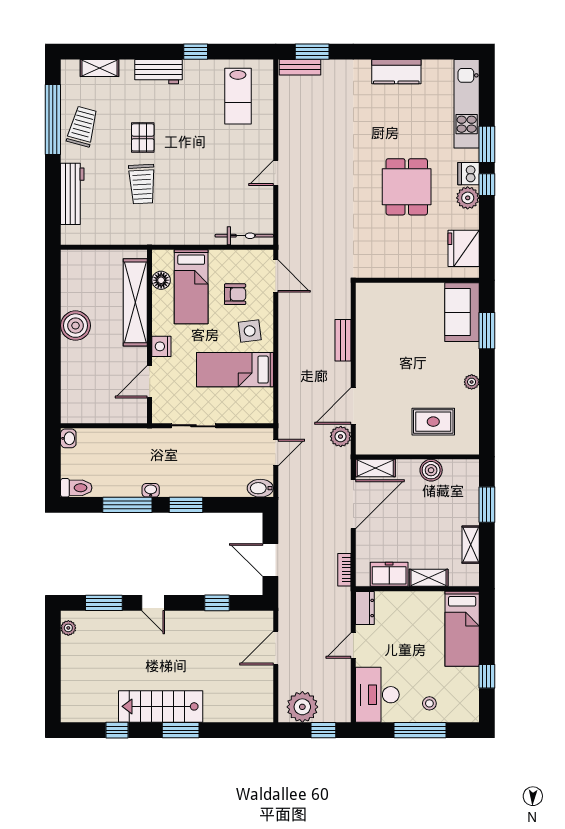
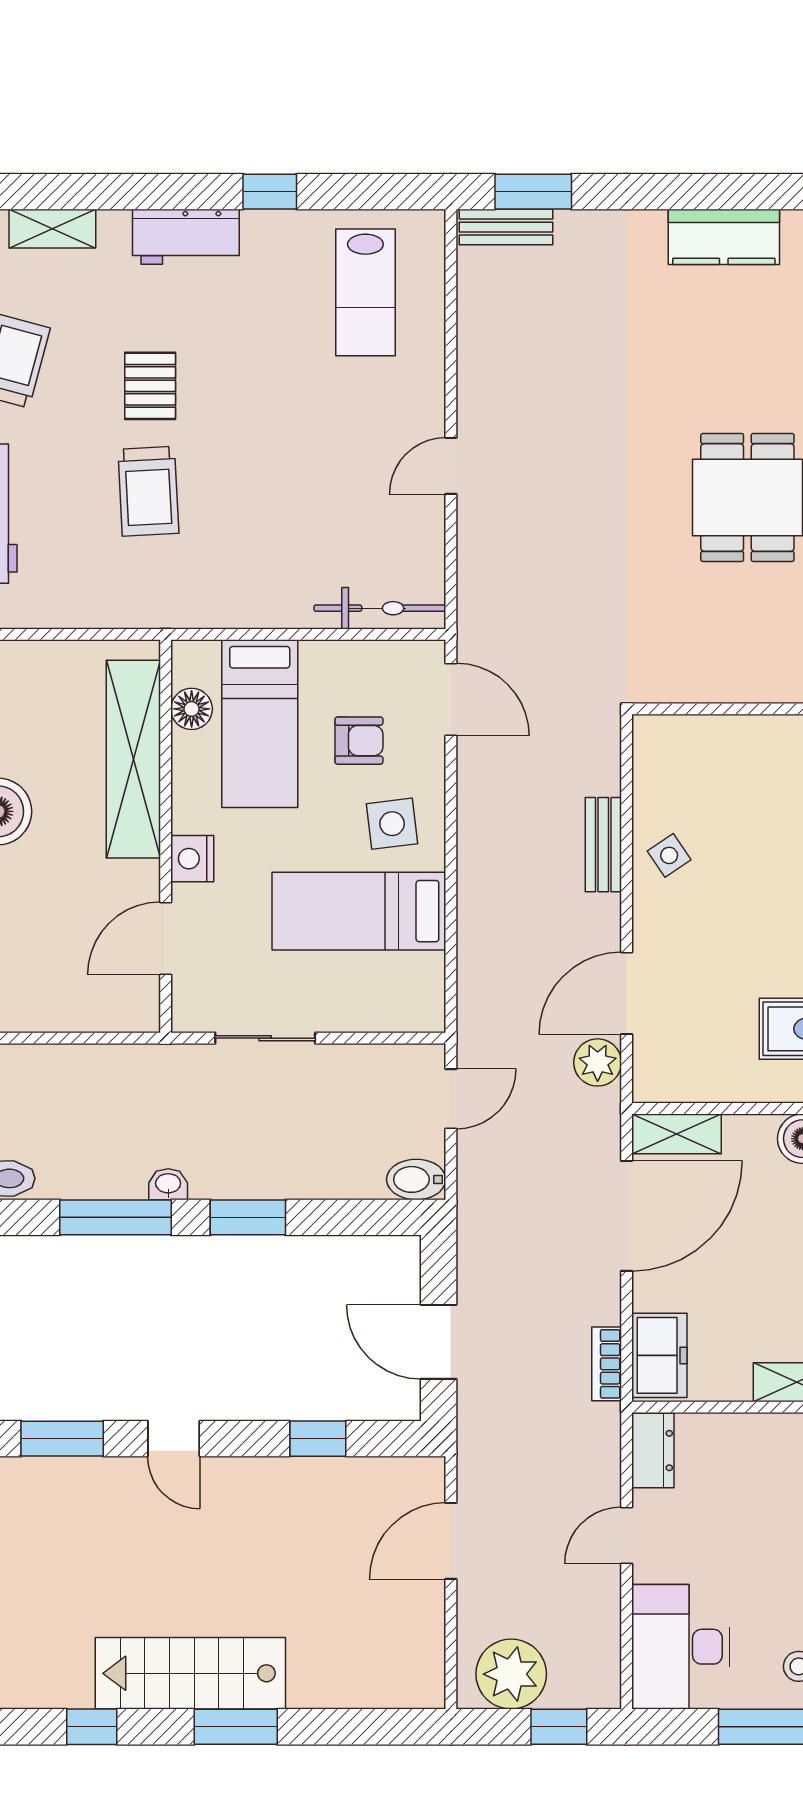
side table: (372, 345) -> (669, 855), added
freezer: (389, 574) -> (659, 1355), moved, turned 90

